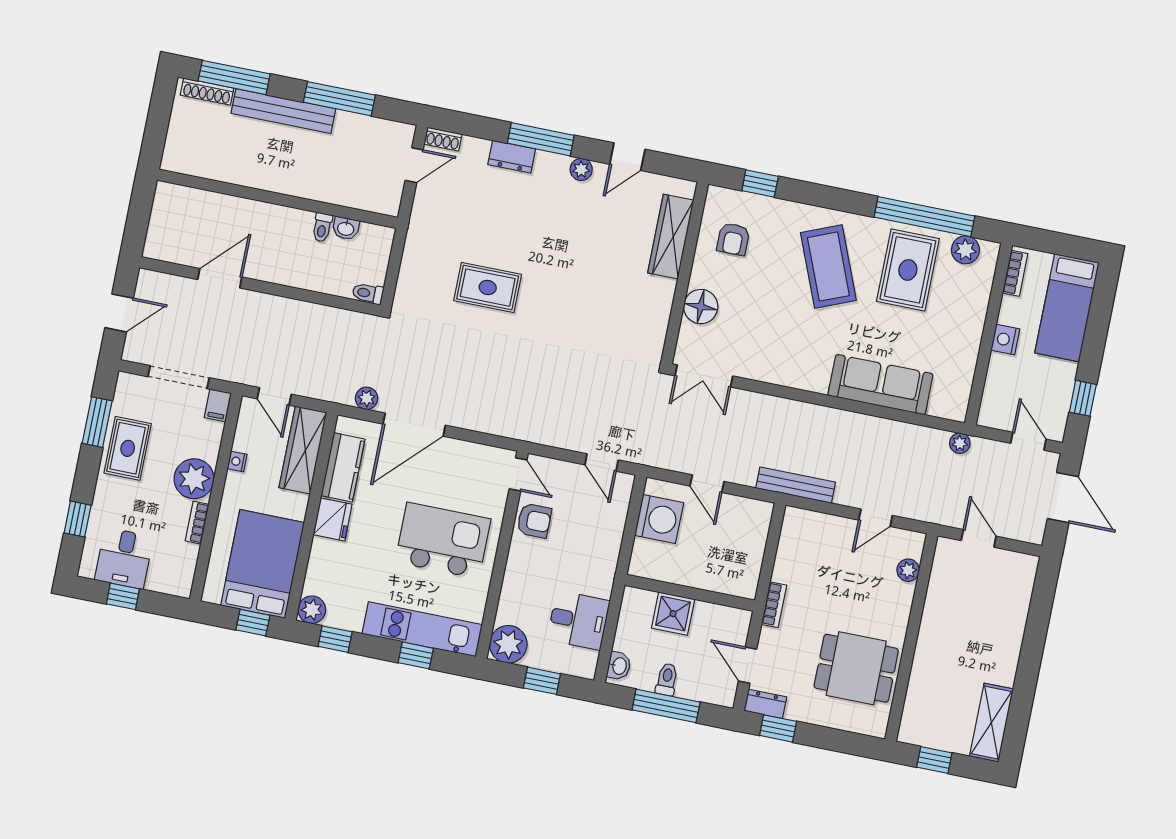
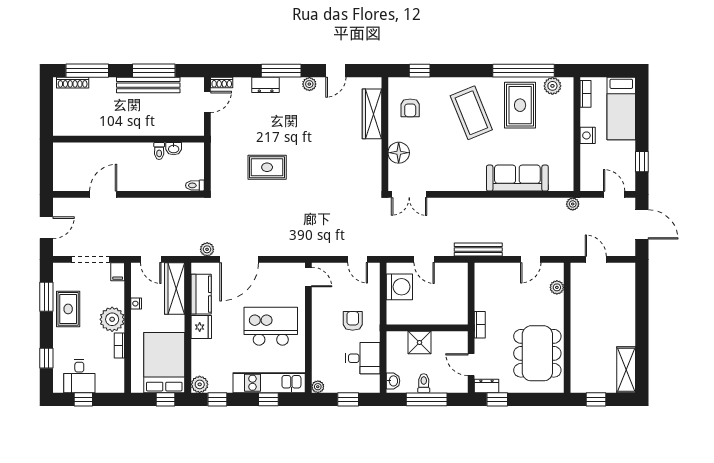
bench: (283, 111) -> (148, 85), moved
armchair: (534, 521) -> (353, 321), moved, turned -90
plant: (508, 644) -> (318, 387), width x0.53, depth x0.53
dining table: (856, 668) -> (537, 353), width x1.37

